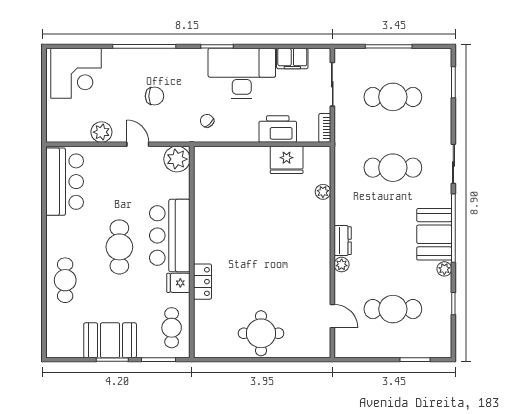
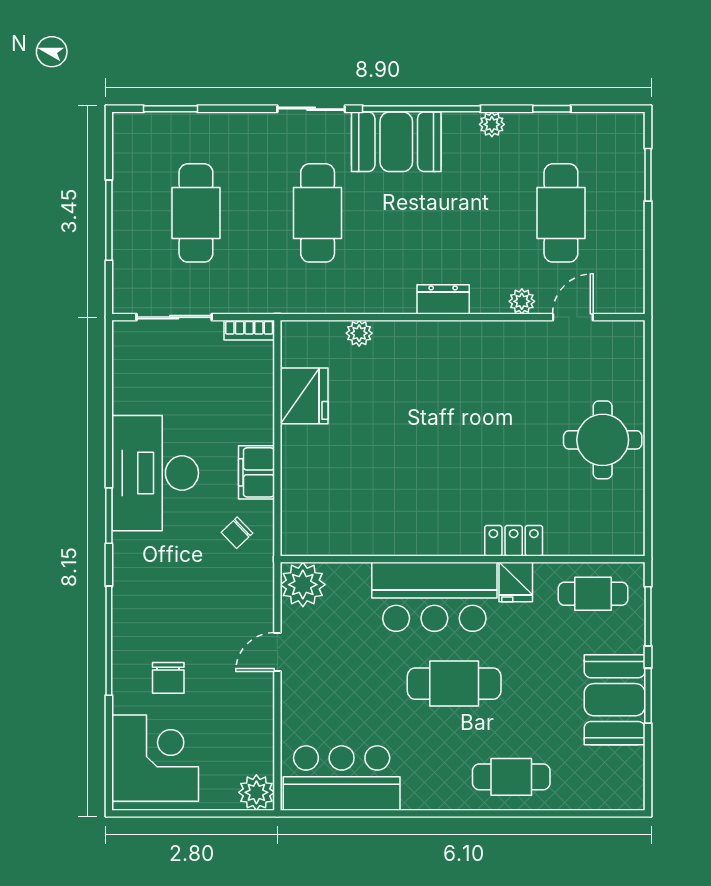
filing cabinet: (292, 59) -> (256, 472), moved, turned 180
chair: (154, 96) -> (168, 678), moved, turned 180
printer: (278, 129) -> (251, 411), removed
plant: (101, 132) -> (256, 792), moved
booth: (434, 234) -> (396, 142), moved
plant: (342, 265) -> (522, 301), moved

